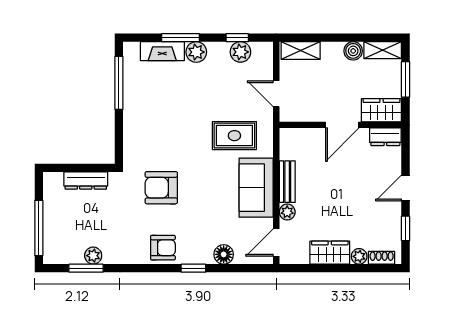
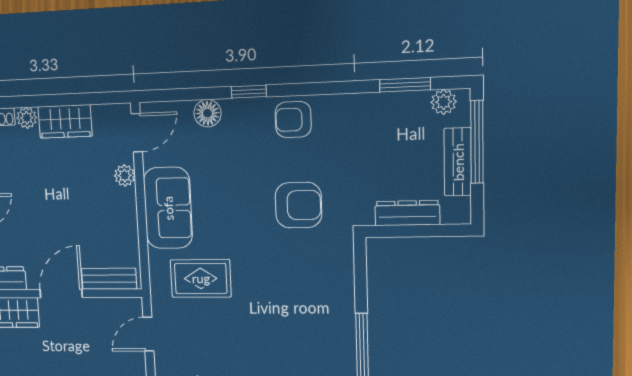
door: (276, 94) -> (148, 334), swing flipped
bench: (287, 182) -> (109, 279), moved, turned 90
bench: (52, 215) -> (458, 162), added
plant: (93, 256) -> (444, 102), moved

